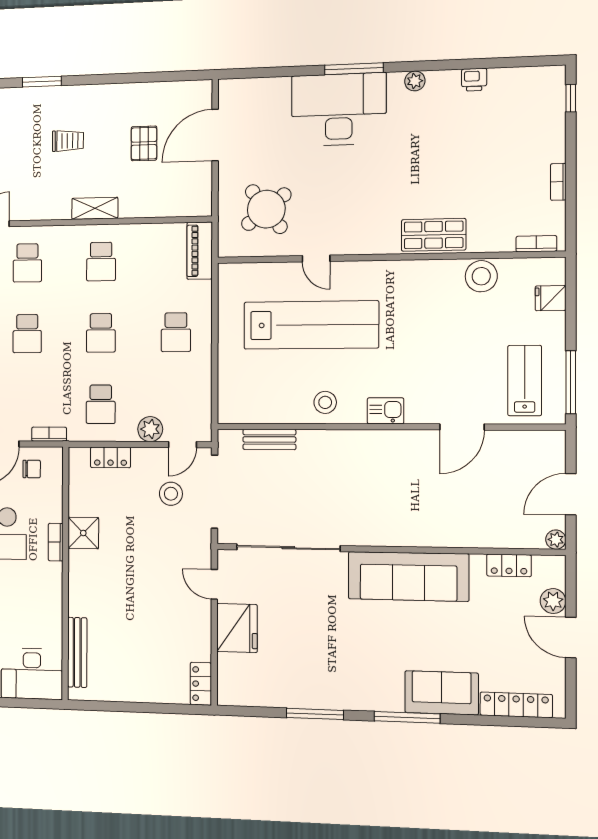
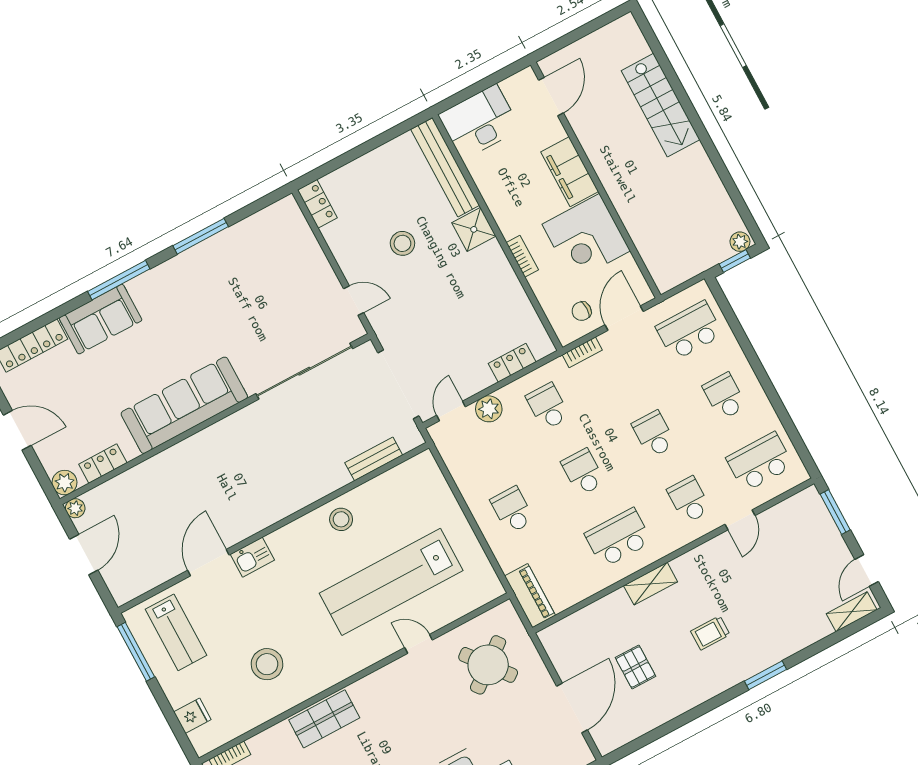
school desk: (101, 262) -> (618, 538), width x1.85
stool: (481, 276) -> (267, 664), moved
kitchen sink: (386, 411) -> (252, 557), moved
stool: (171, 494) -> (402, 243), moved
shower: (83, 533) -> (474, 229), moved
plant: (553, 601) -> (65, 483), moved
fridge: (237, 628) -> (312, 273), removed
bench: (77, 652) -> (445, 167), width x1.37, depth x1.21

